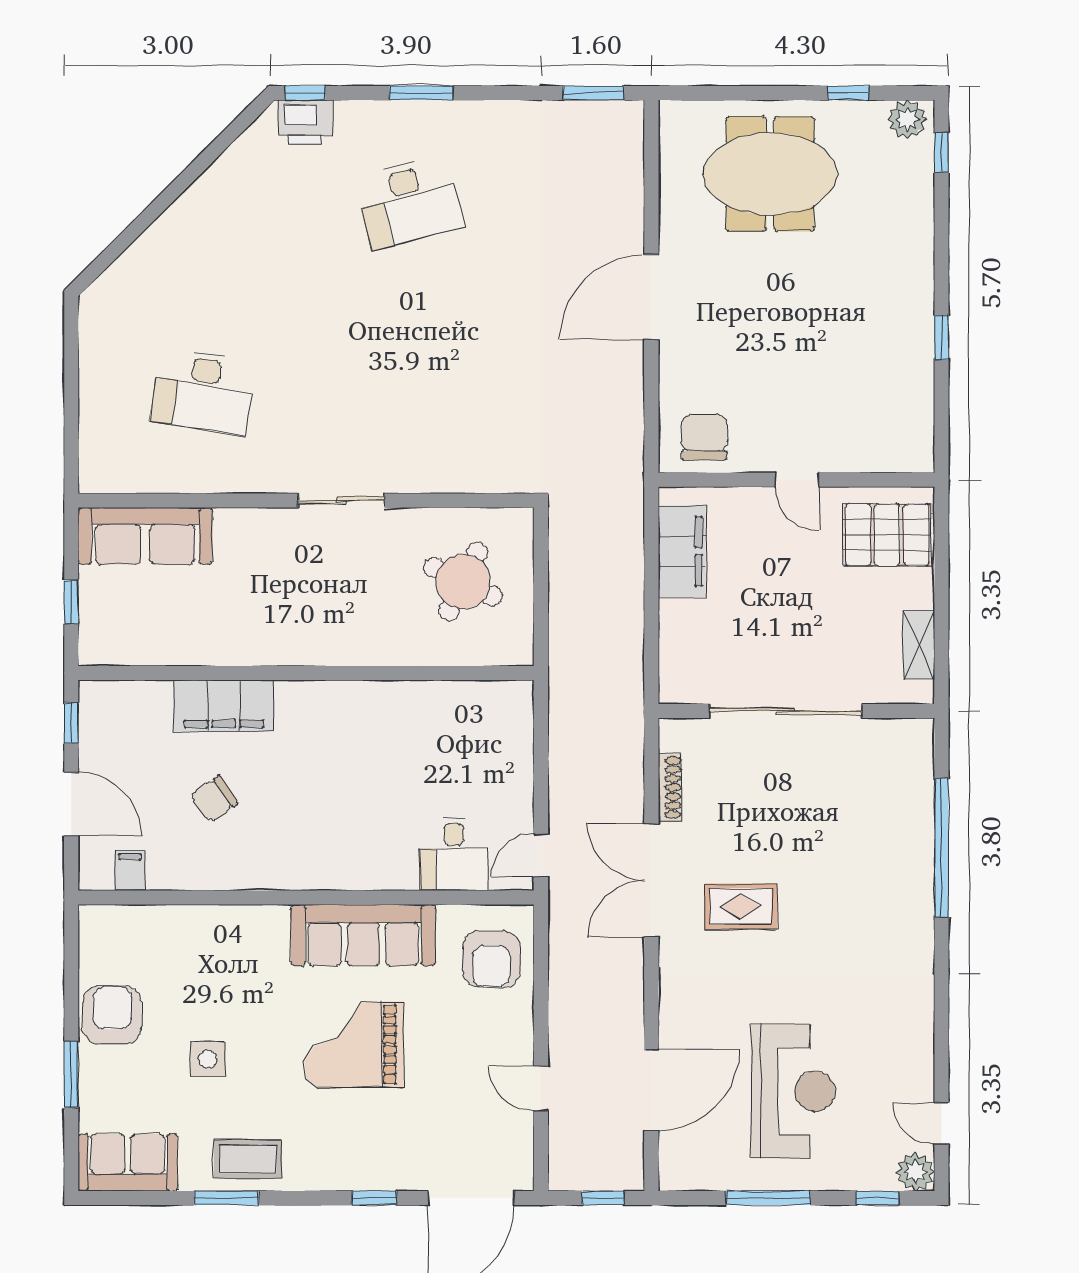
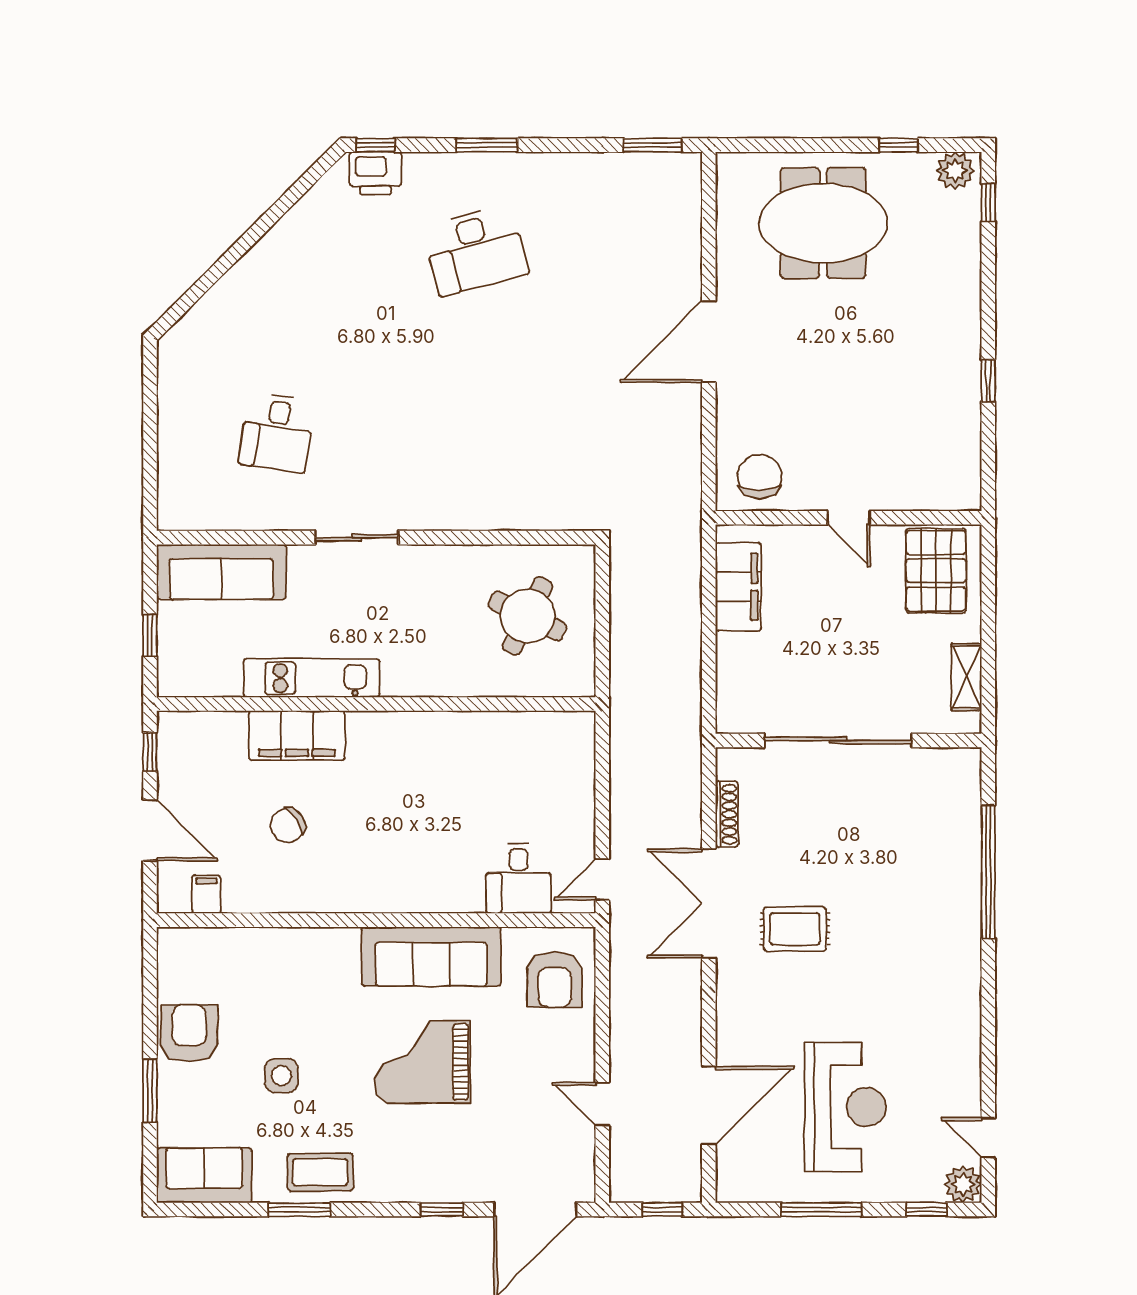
desk: (203, 391) -> (277, 432), width x0.73
sliding door: (341, 500) -> (357, 538), moved
pallet: (887, 535) -> (936, 571), turned 90
kitchen unit: (239, 646) -> (312, 678), added

